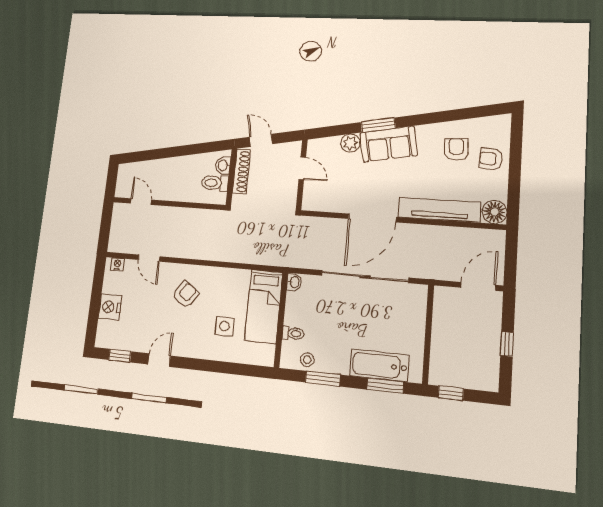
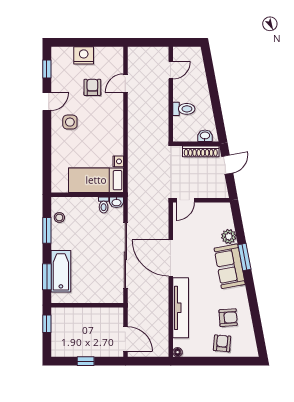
door: (302, 168) -> (185, 200), moved
toilet: (215, 183) -> (184, 109), moved, turned 90
floor lamp: (495, 212) -> (178, 352), width x0.53, depth x0.53
nightstand: (117, 264) -> (118, 161), moved
armchair: (186, 294) -> (92, 87), moved, turned -125
side table: (225, 326) -> (70, 122), moved
toilet: (293, 333) -> (104, 205), moved
door: (159, 360) -> (47, 102), hinge flipped

